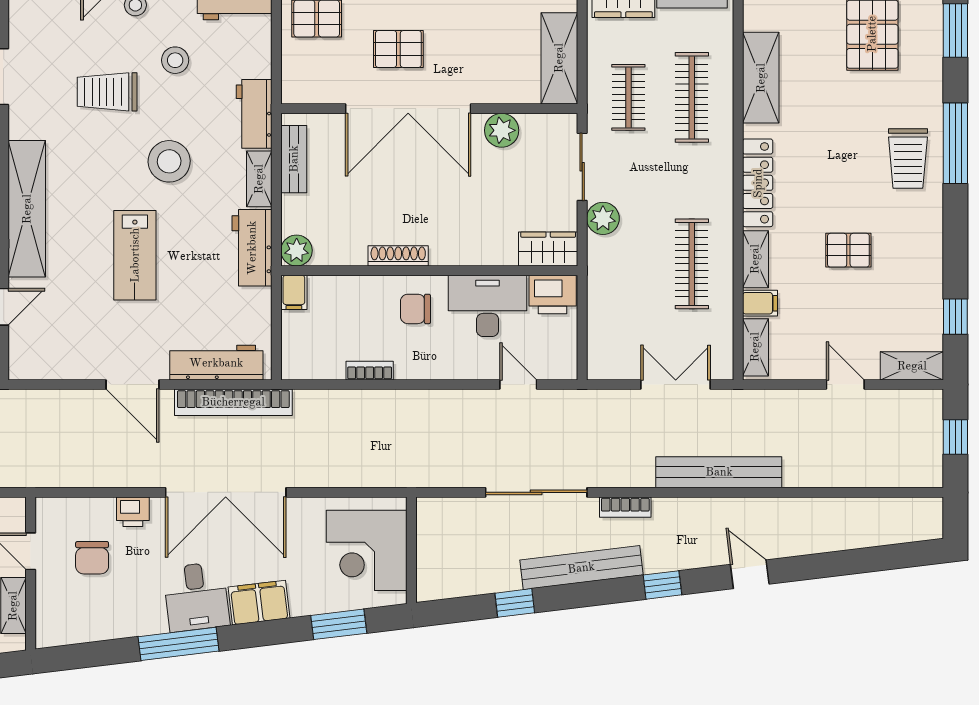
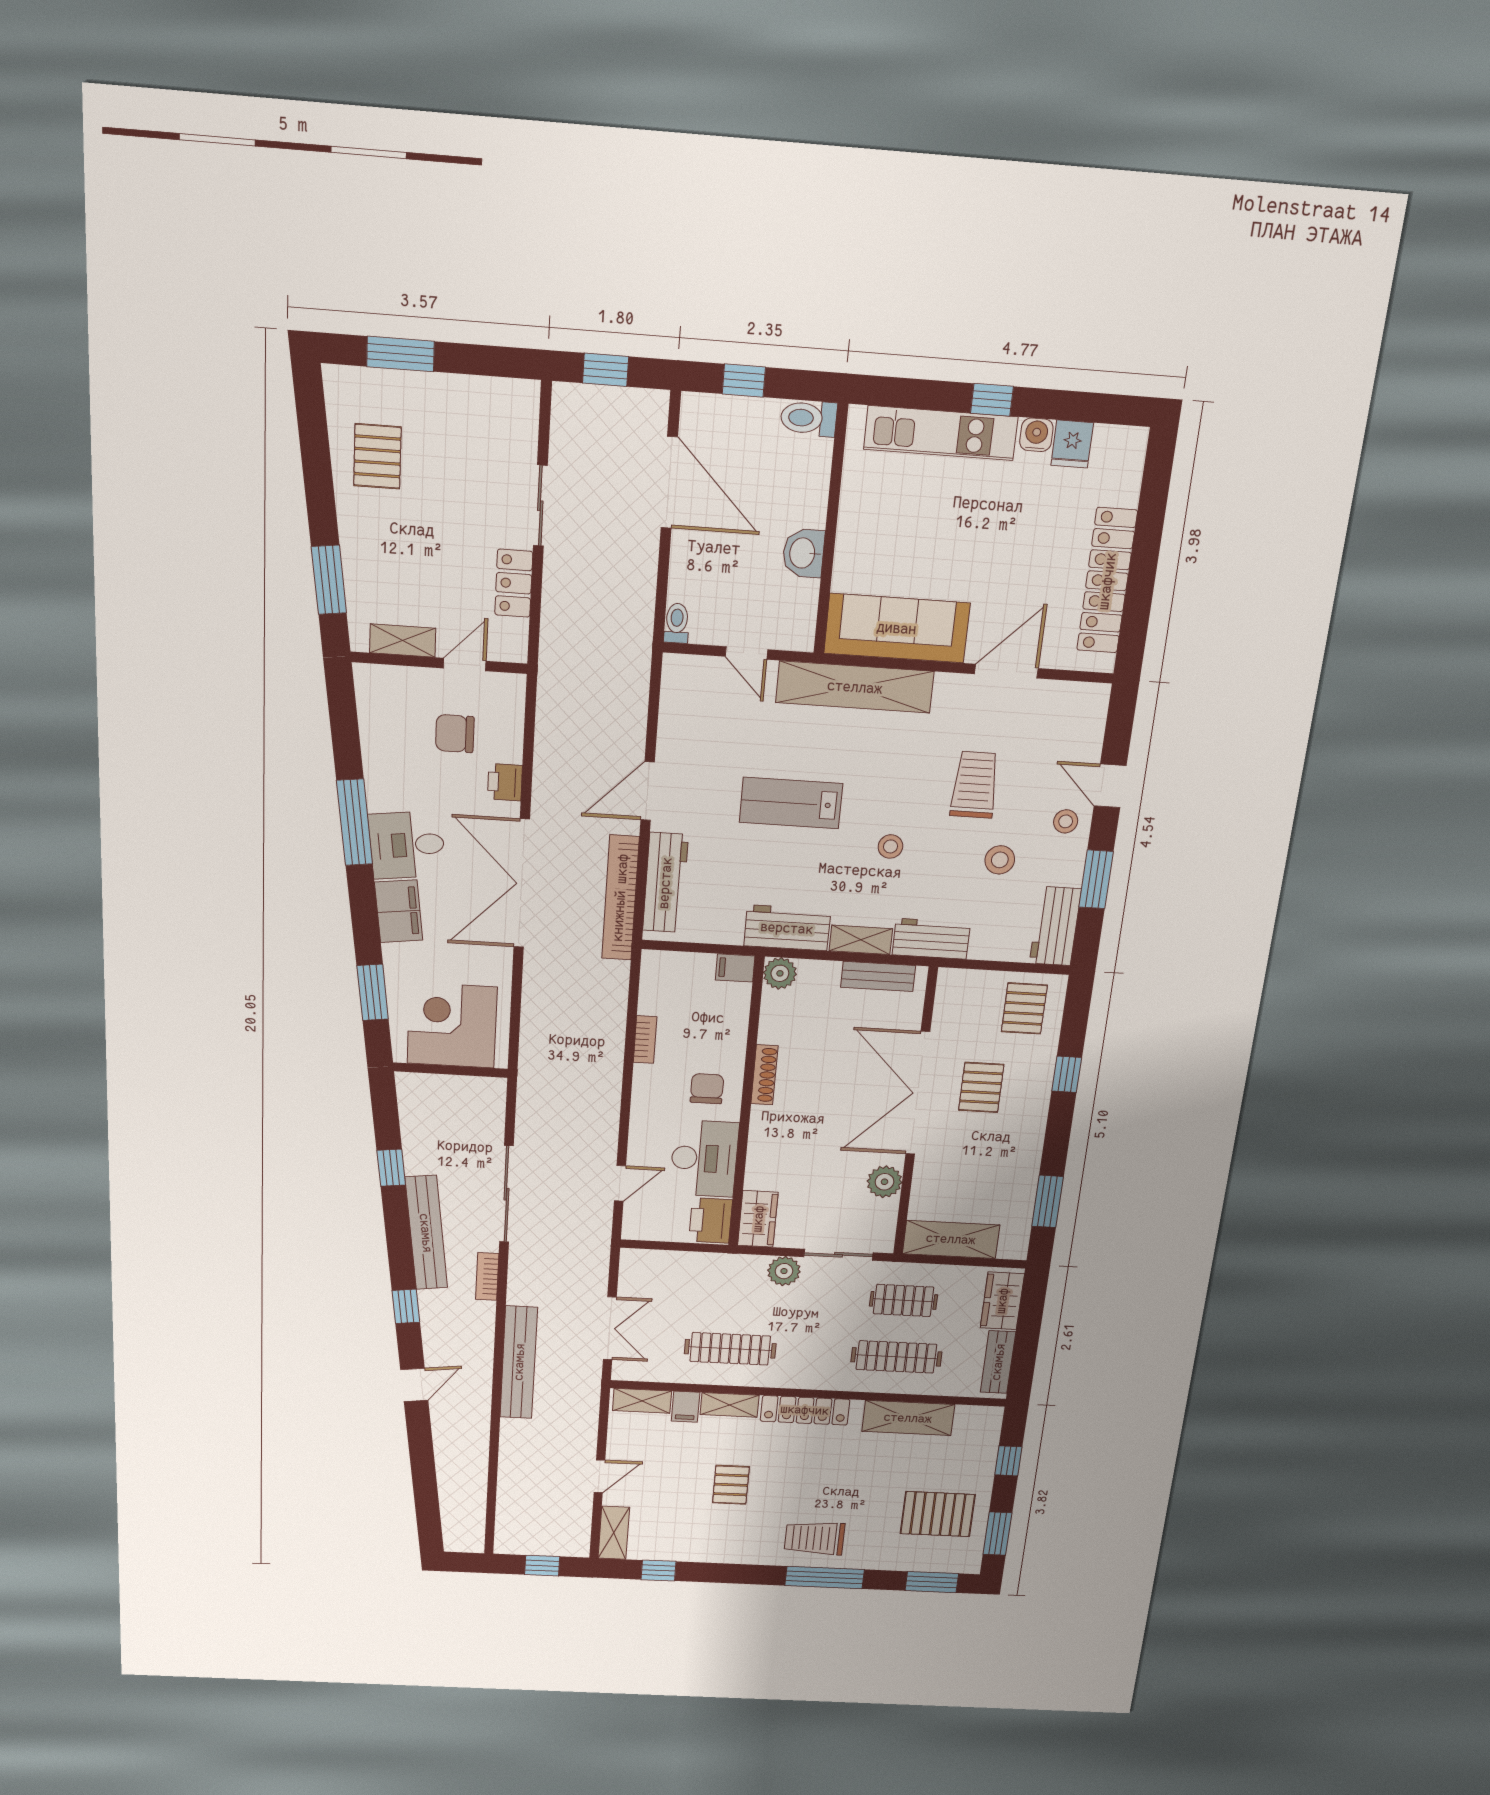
stool: (169, 161) -> (890, 846), width x0.53, depth x0.53

